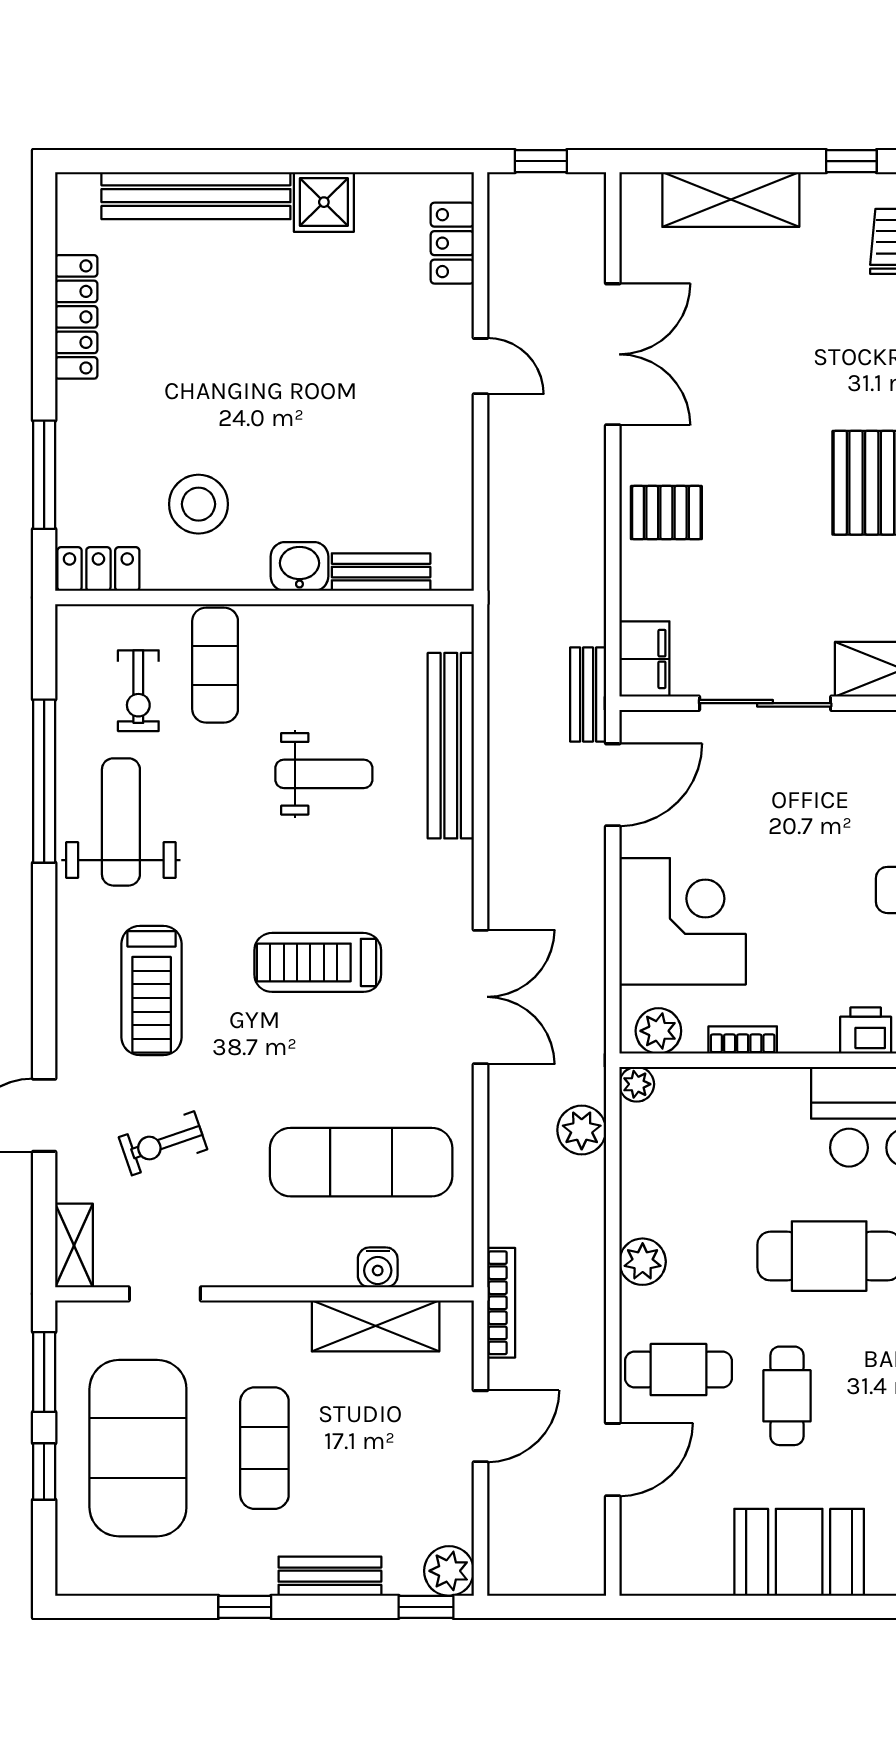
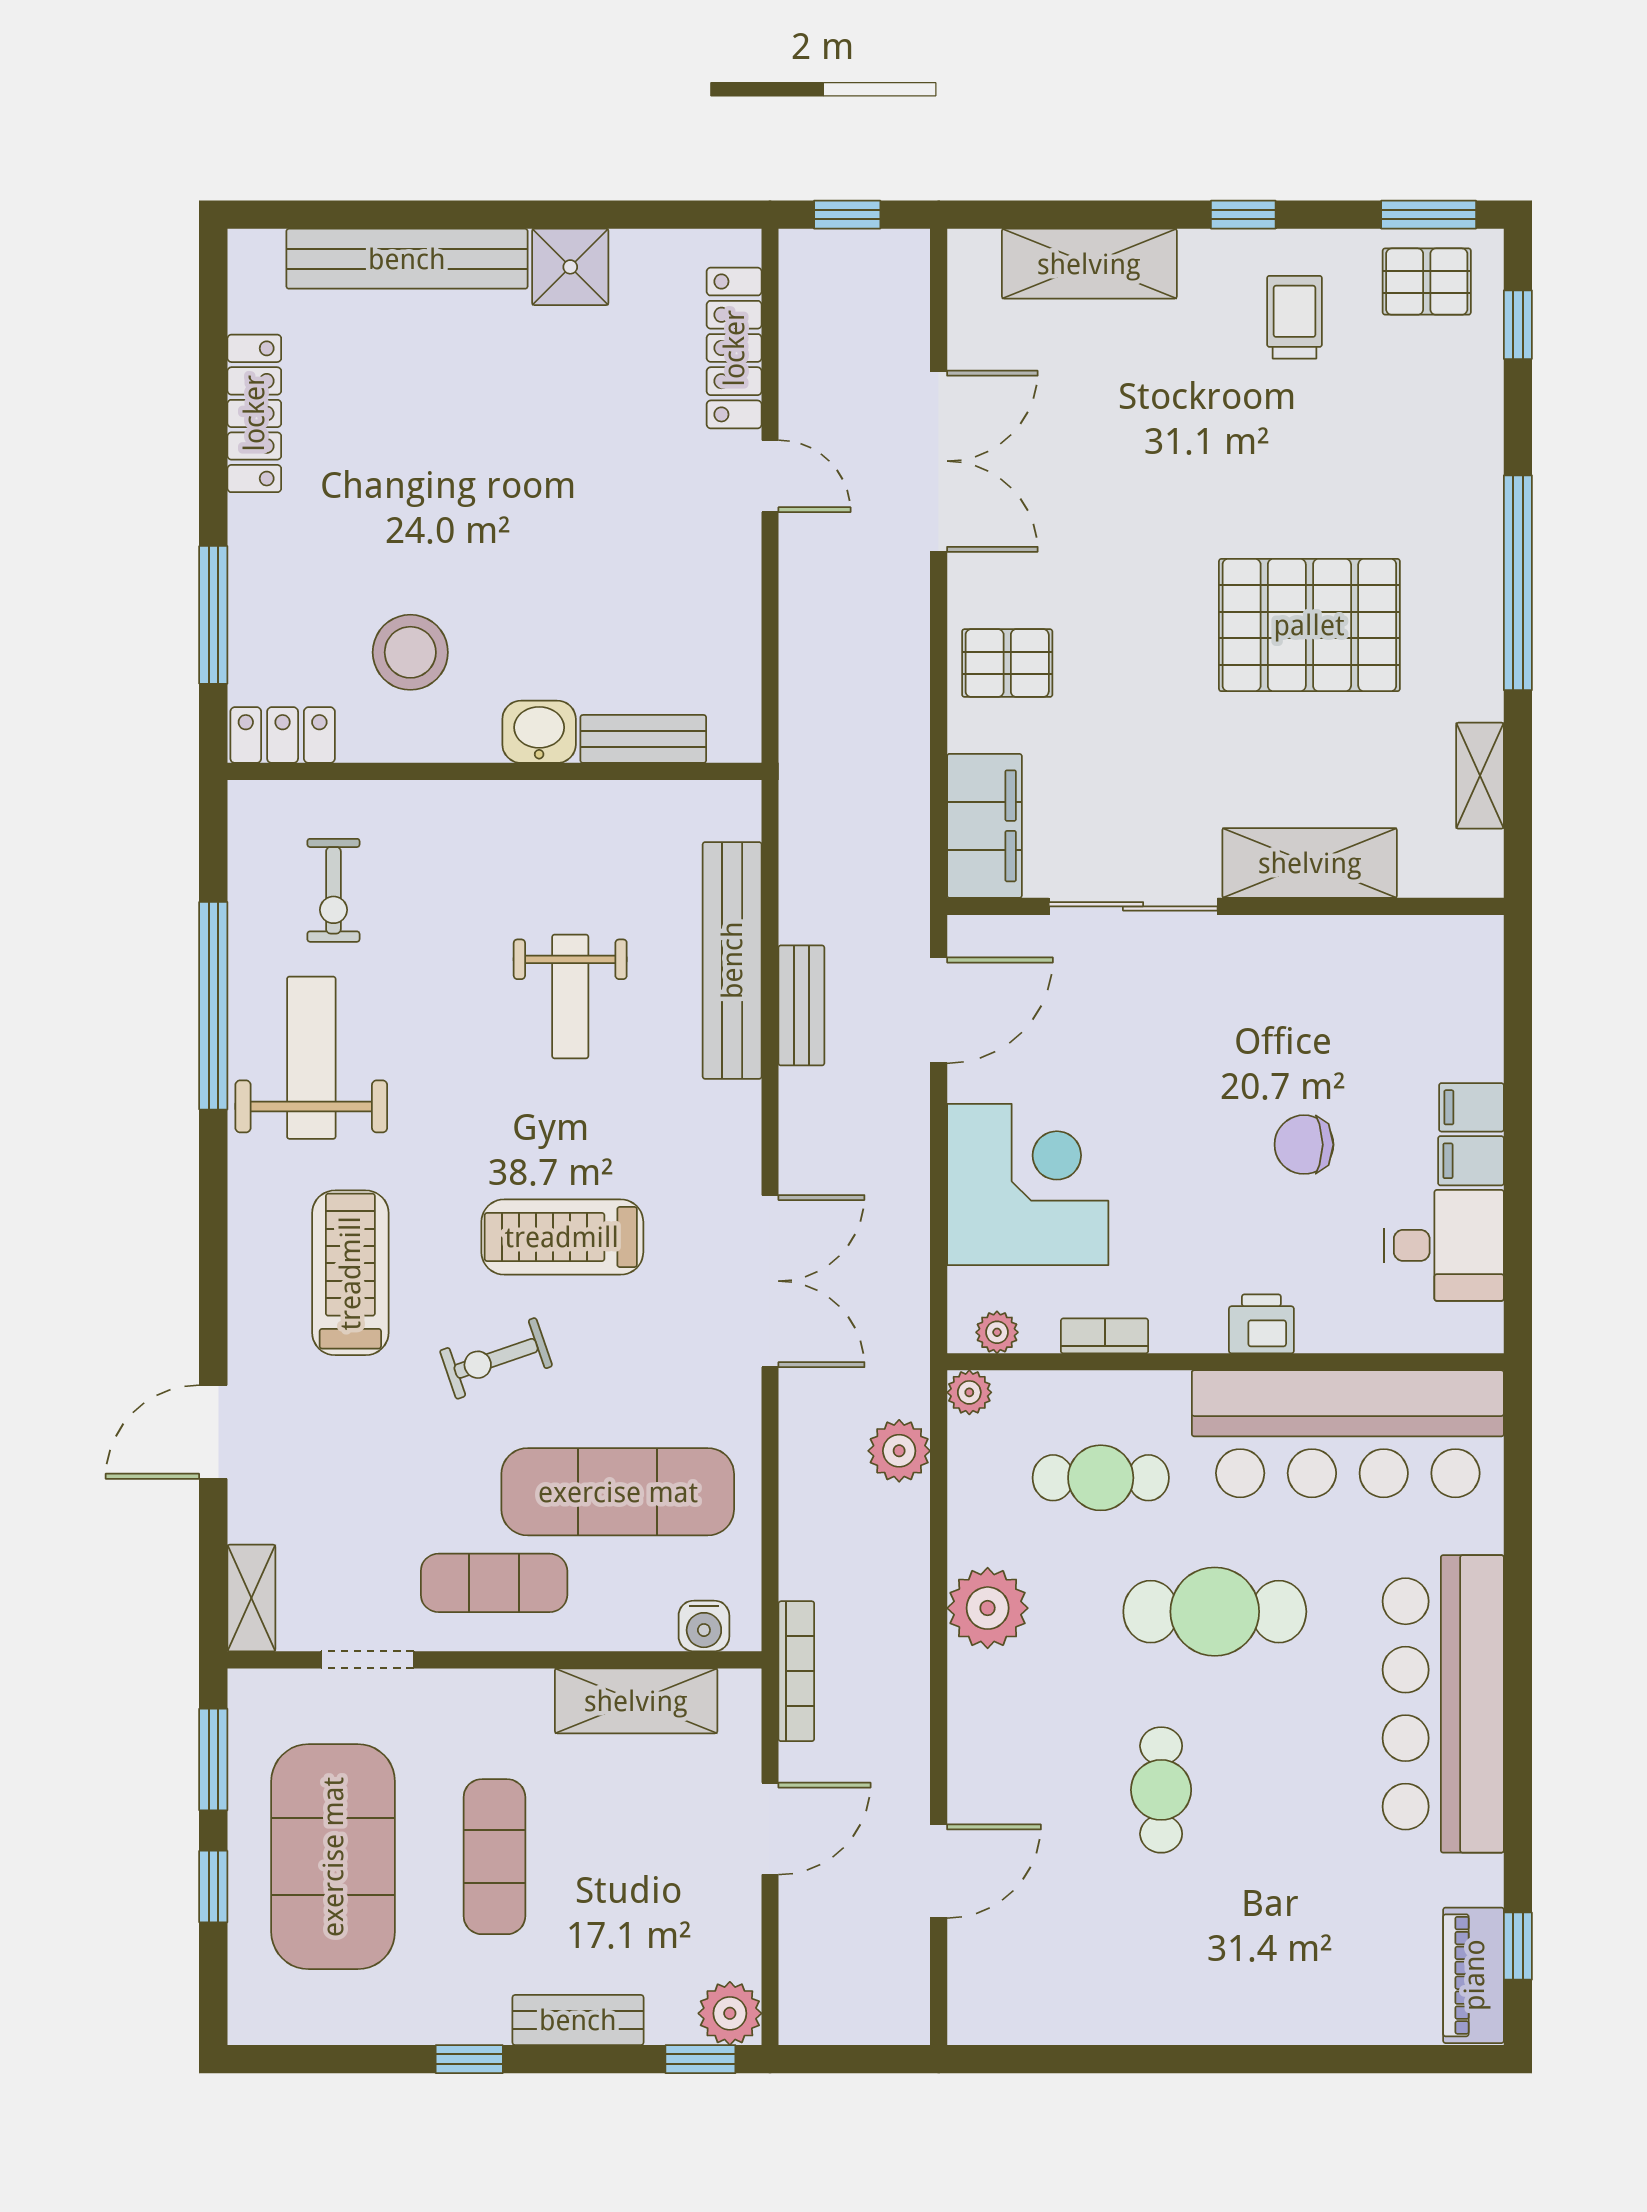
locker: (452, 243) -> (734, 348), width x1.53
filing cabinet: (644, 659) -> (984, 826), width x1.50, depth x1.17
exercise mat: (215, 665) -> (494, 1583), moved, turned 90
bench: (588, 695) -> (801, 1005), moved
weight bench: (324, 774) -> (570, 996), turned 90
treadmill: (152, 990) -> (350, 1273), turned 180
plant: (658, 1031) -> (997, 1332), width x0.73, depth x0.73
exercise bike: (163, 1143) -> (496, 1358), moved
plant: (643, 1262) -> (988, 1608), width x1.36, depth x1.36
water cooler: (378, 1267) -> (704, 1626), moved
cafe table: (678, 1370) -> (1101, 1478), moved
booth: (799, 1552) -> (1177, 1990), removed

